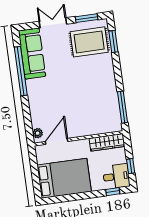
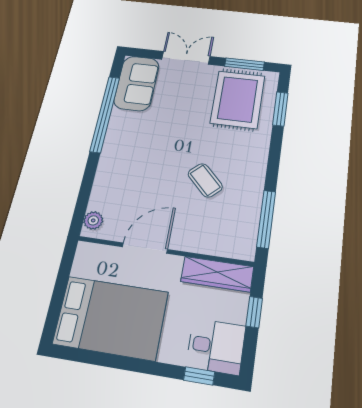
rug: (89, 42) -> (238, 99), turned 90
sofa: (32, 53) -> (137, 83), width x0.73
coffee table: (86, 95) -> (205, 180), added
door: (57, 141) -> (145, 248), moved
window: (131, 166) -> (254, 312), moved

